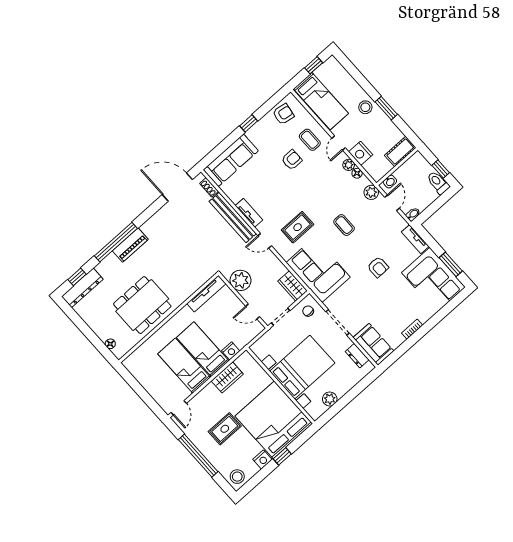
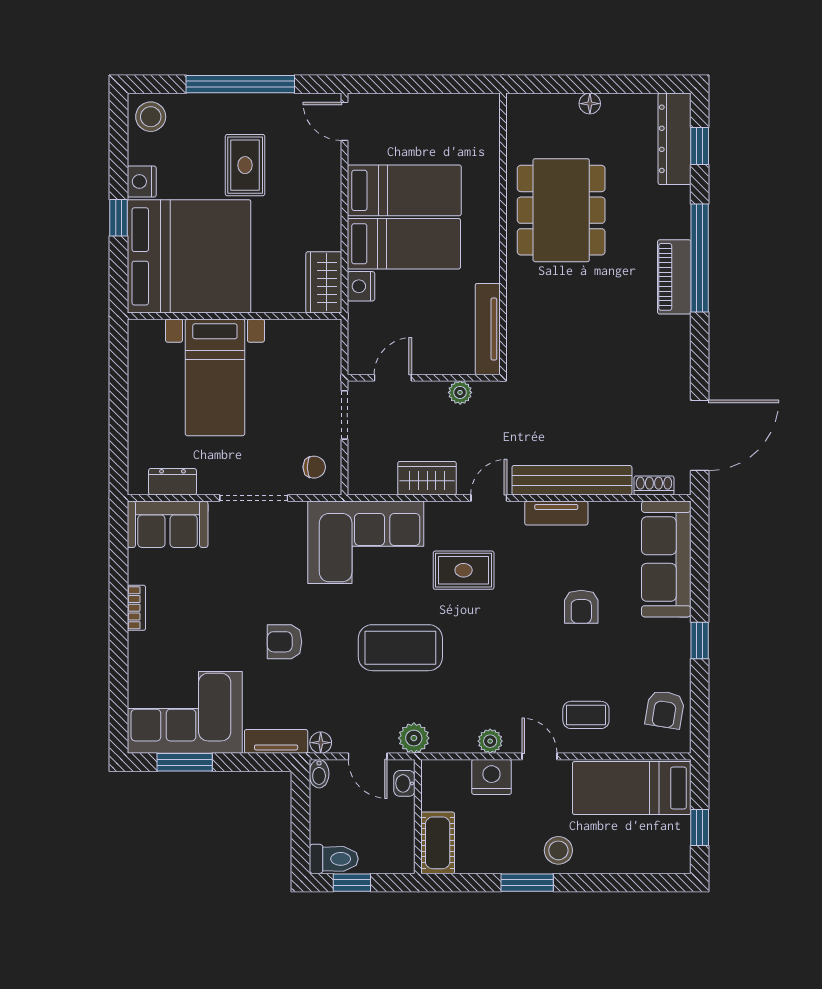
armchair: (292, 160) -> (581, 607), moved
floor lamp: (357, 173) -> (321, 743), moved
coffee table: (344, 225) -> (400, 648), width x1.86, depth x1.72
rug: (298, 227) -> (464, 570), turned 90
plant: (241, 280) -> (460, 392), width x0.53, depth x0.53
wardrobe: (293, 286) -> (427, 478), moved
floor lamp: (110, 344) -> (590, 104), moved
bed with nightstands: (302, 367) -> (215, 377), width x0.73
wardrobe: (227, 377) -> (324, 282), moved
plant: (330, 399) -> (143, 376), removed

